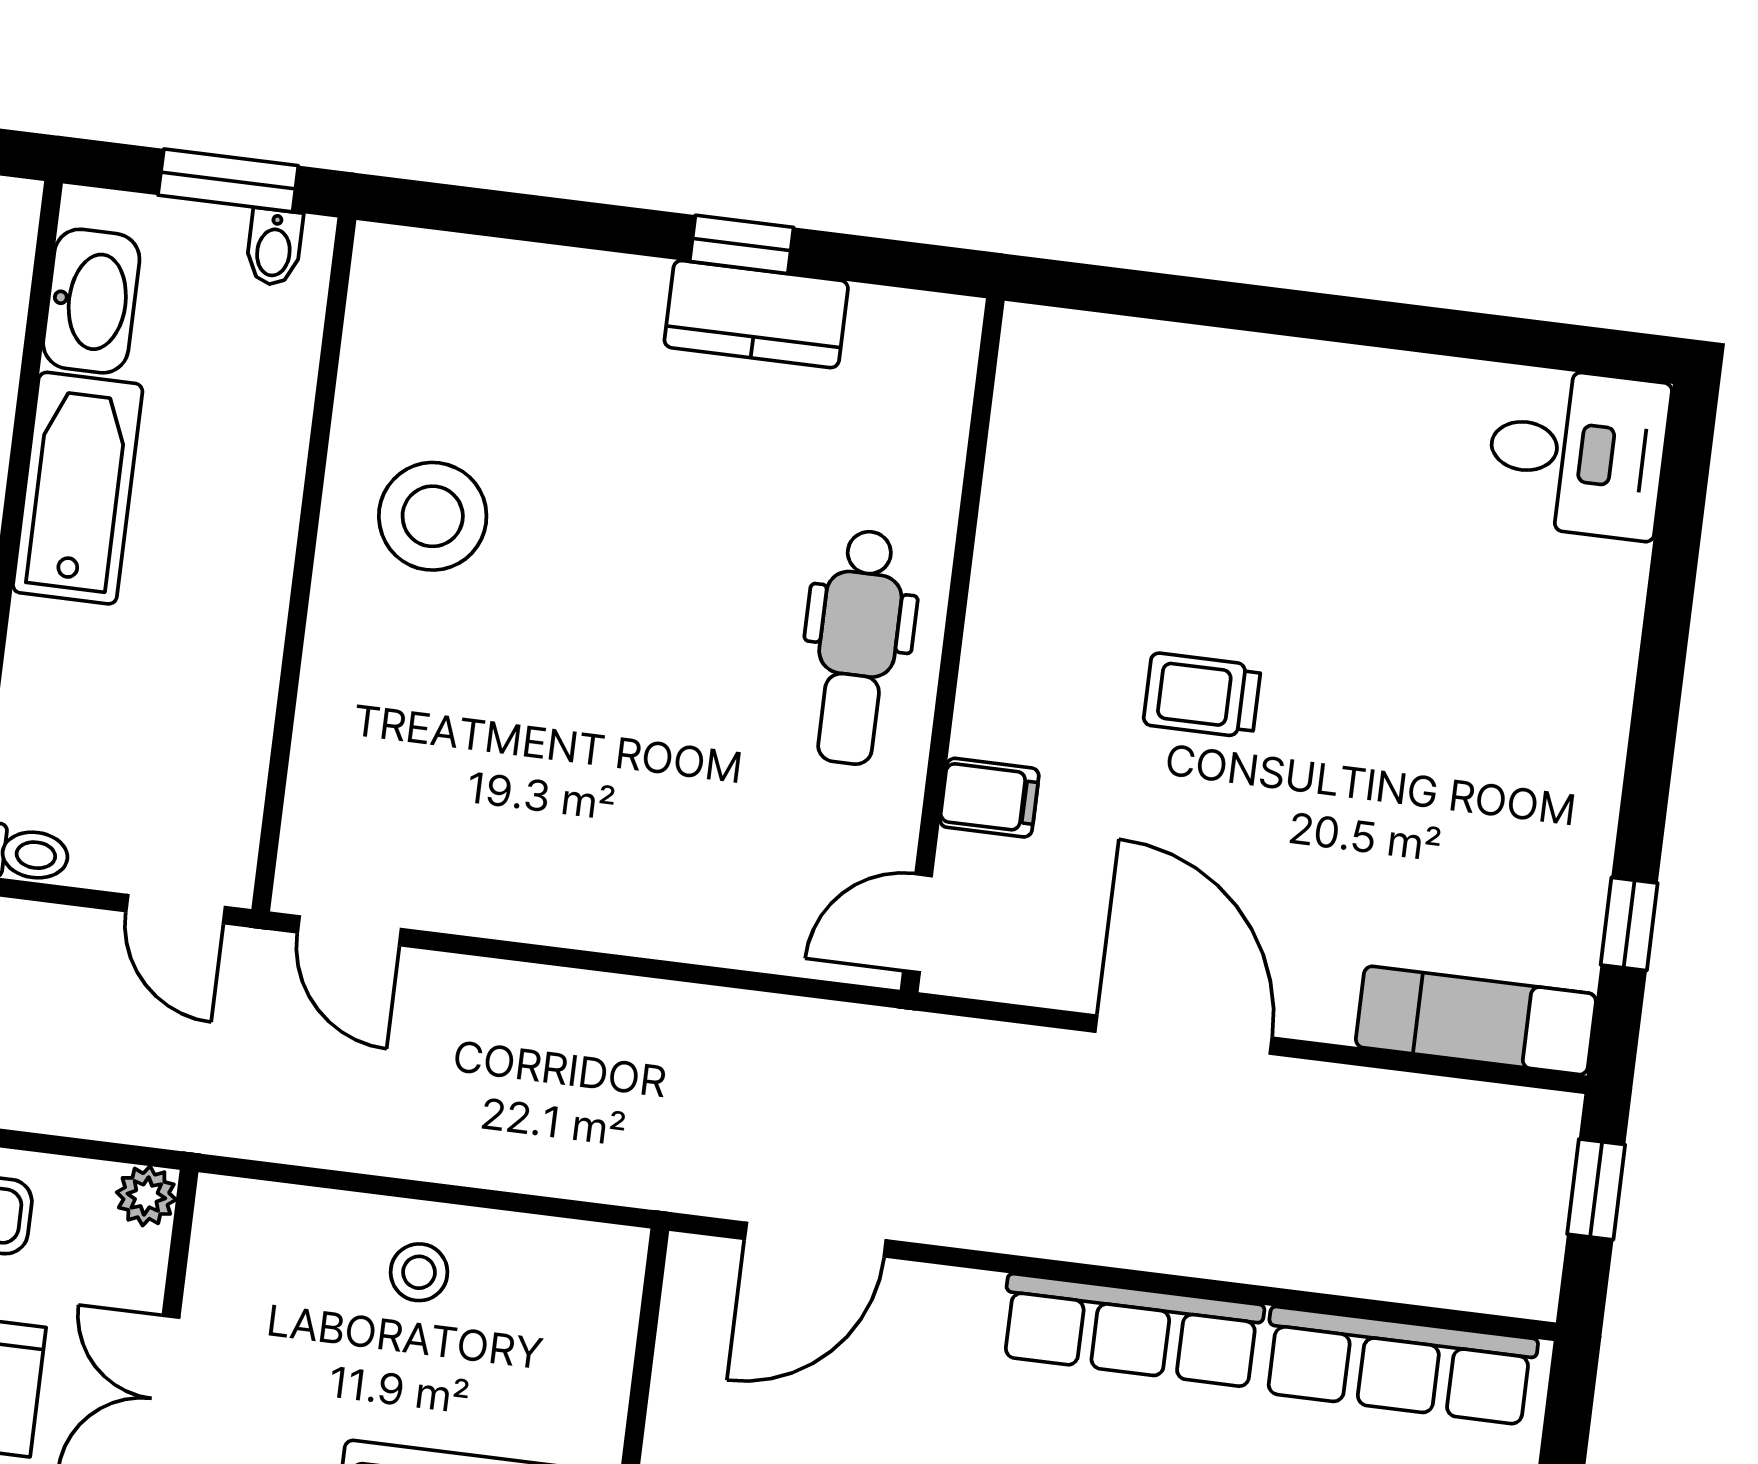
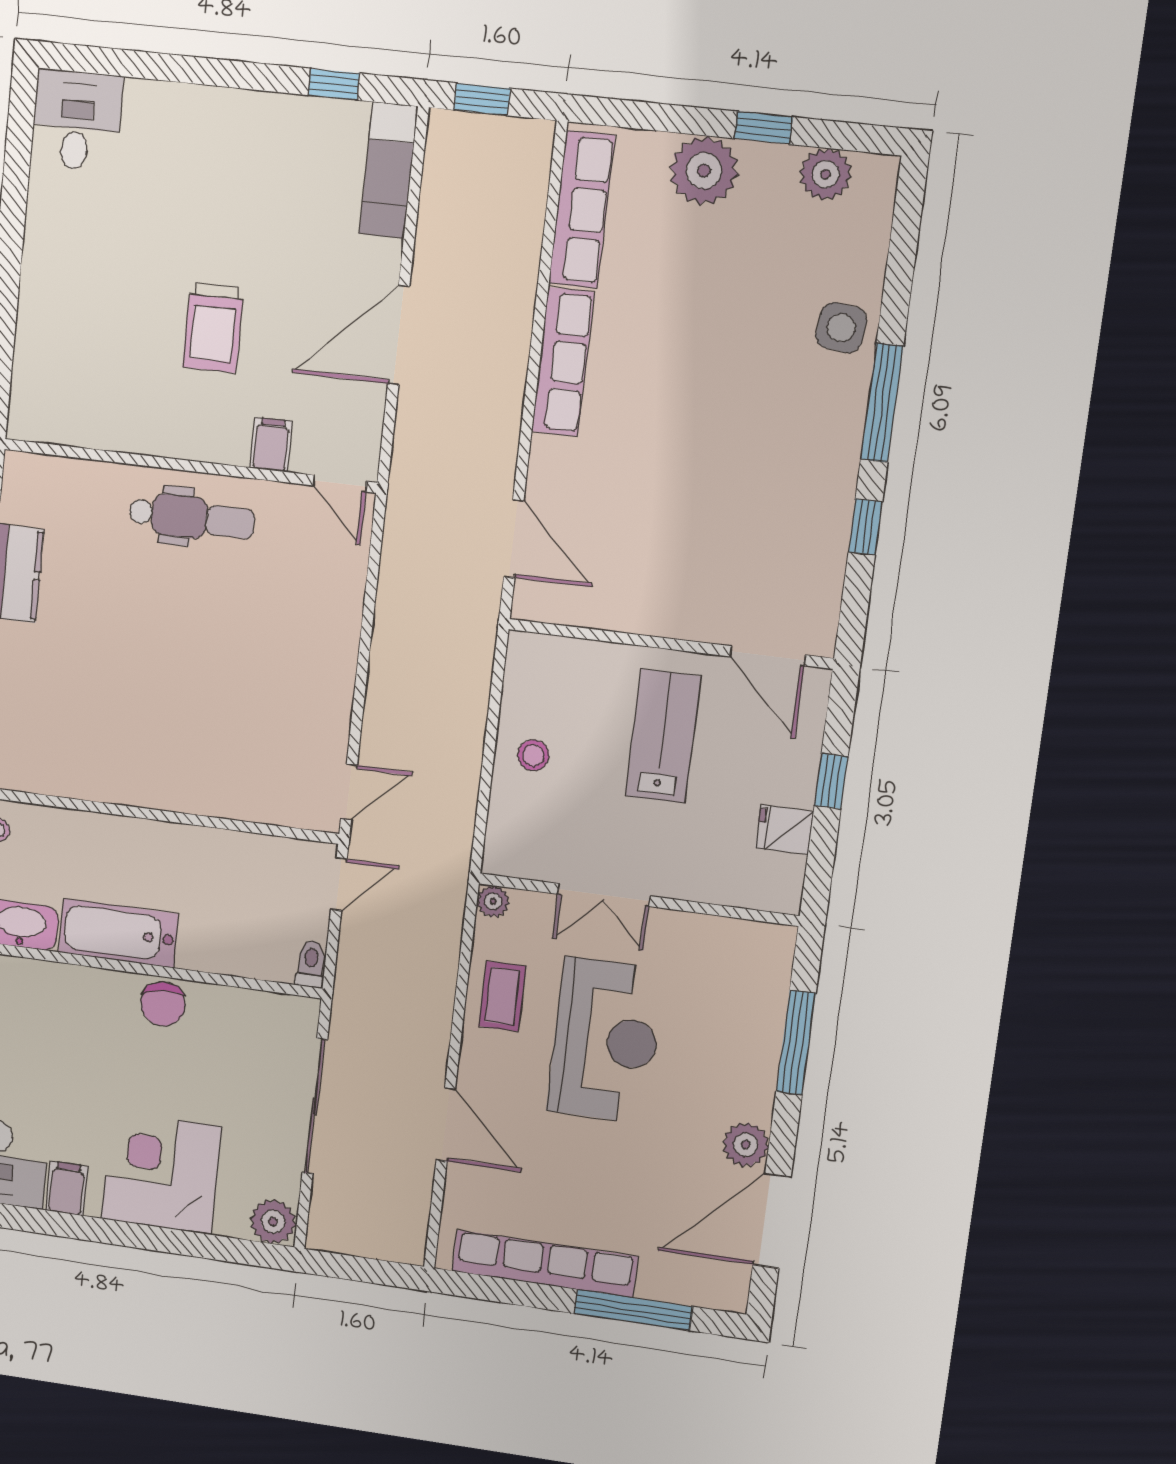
stool: (433, 516) -> (128, 746), removed
trolley: (1202, 695) -> (213, 328), width x1.36, depth x1.39

